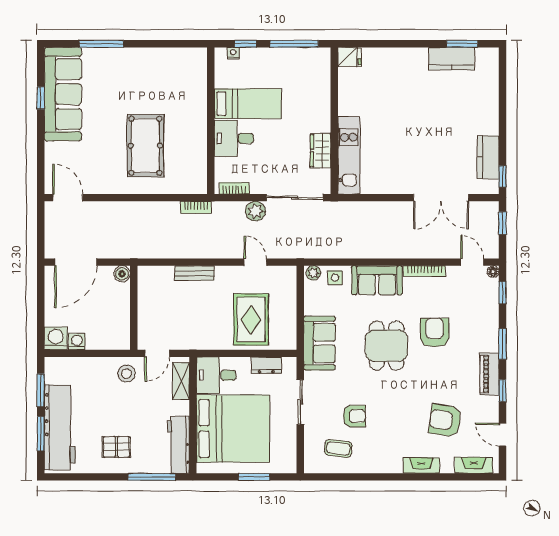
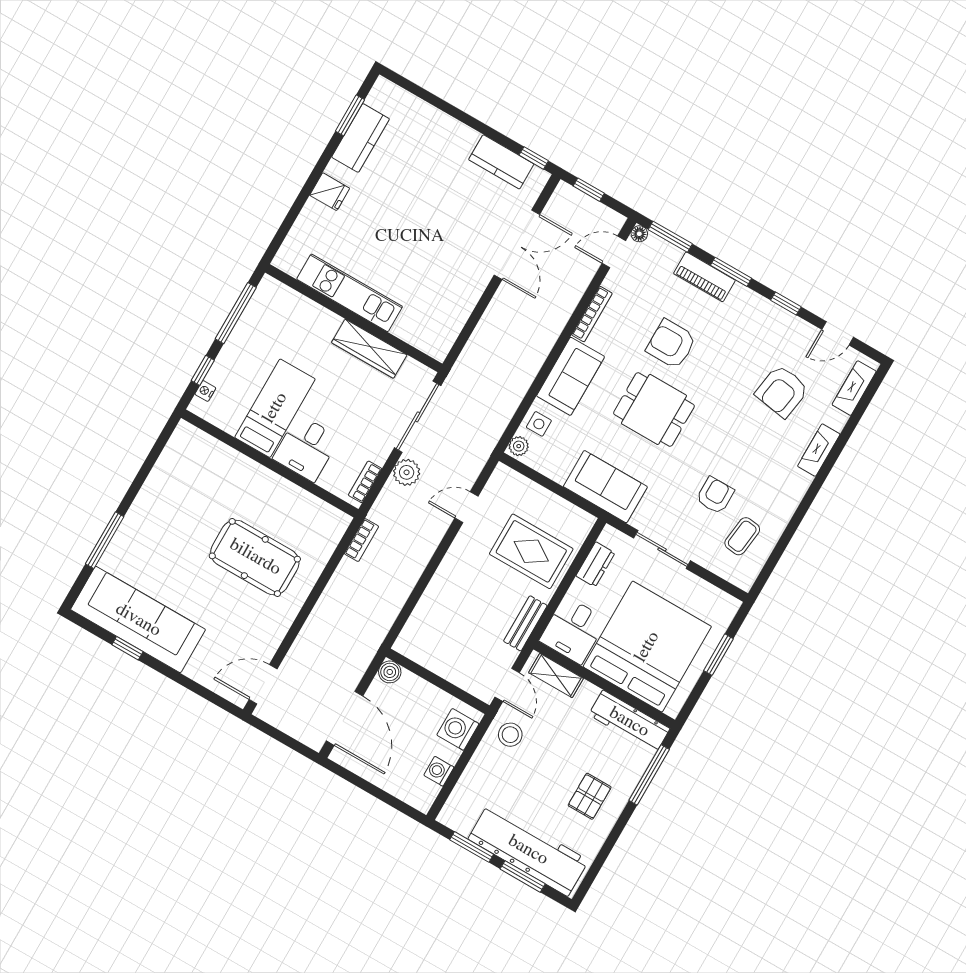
fridge: (349, 57) -> (330, 192), moved, turned 90
wardrobe: (321, 151) -> (369, 349), width x1.50
kitchen unit: (349, 155) -> (350, 293), moved
bench: (195, 273) -> (525, 623), moved
window: (503, 293) -> (670, 237), width x1.50
washing machine: (56, 338) -> (458, 729), moved
piano: (490, 374) -> (704, 277), moved

